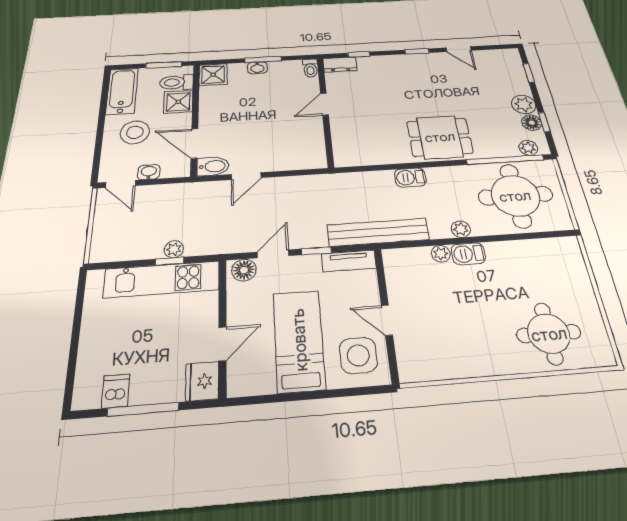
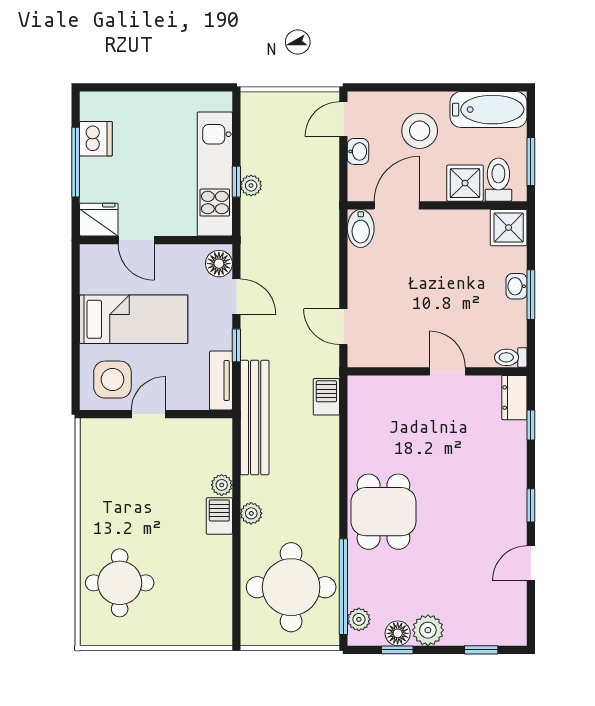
door: (246, 176) -> (343, 327), moved
barbecue: (410, 177) -> (326, 397), moved
dishwasher: (116, 391) -> (96, 139), width x1.38

